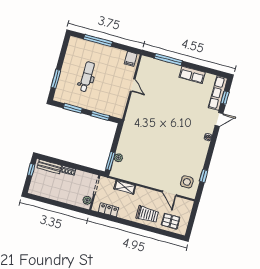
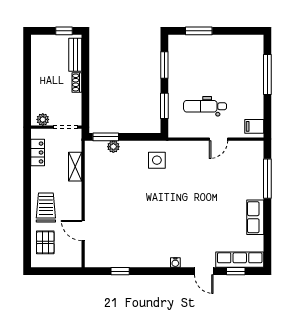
dental chair: (87, 77) -> (205, 106), moved, turned 180
side table: (187, 182) -> (157, 160), moved
door: (169, 193) -> (83, 230), hinge flipped
trolley: (147, 214) -> (46, 208), turned 180

